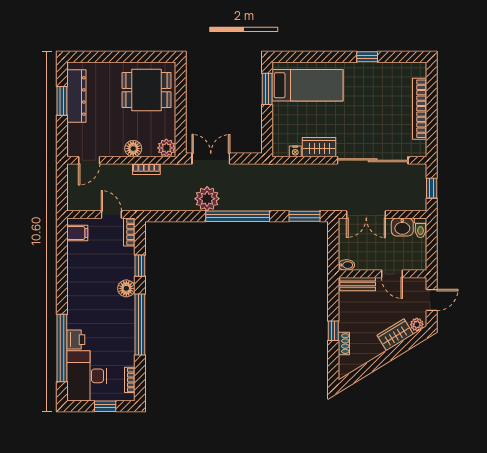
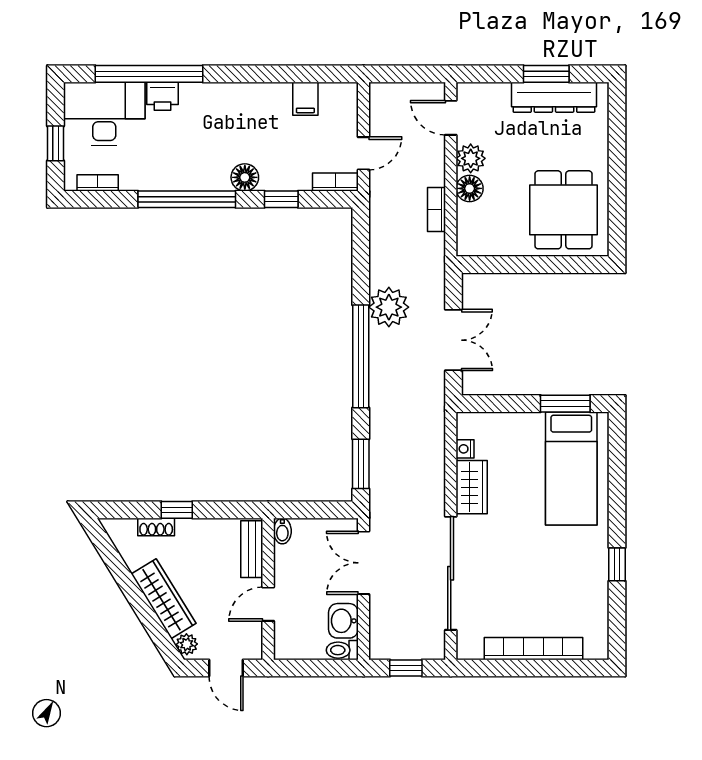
plant: (166, 148) -> (471, 158), moved
double door: (211, 159) -> (453, 340), moved
filing cabinet: (77, 233) -> (305, 99), moved
wardrobe: (395, 335) -> (164, 599), width x1.50

